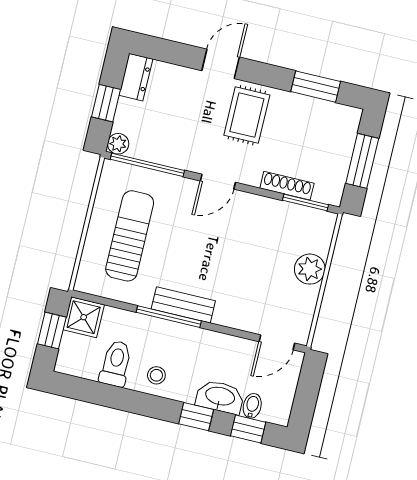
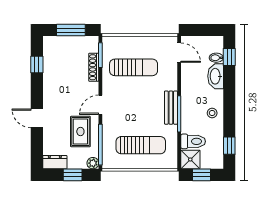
window: (316, 87) -> (37, 65), width x0.67
rug: (247, 115) -> (80, 131), moved, turned 90
door: (218, 182) -> (100, 105), swing flipped
sun lounger: (130, 236) -> (141, 145), turned 180
sun lounger: (270, 256) -> (134, 67), added
plant: (310, 269) -> (136, 44), removed
toilet: (116, 364) -> (193, 141), moved, turned 180
window: (196, 417) -> (229, 146), moved

